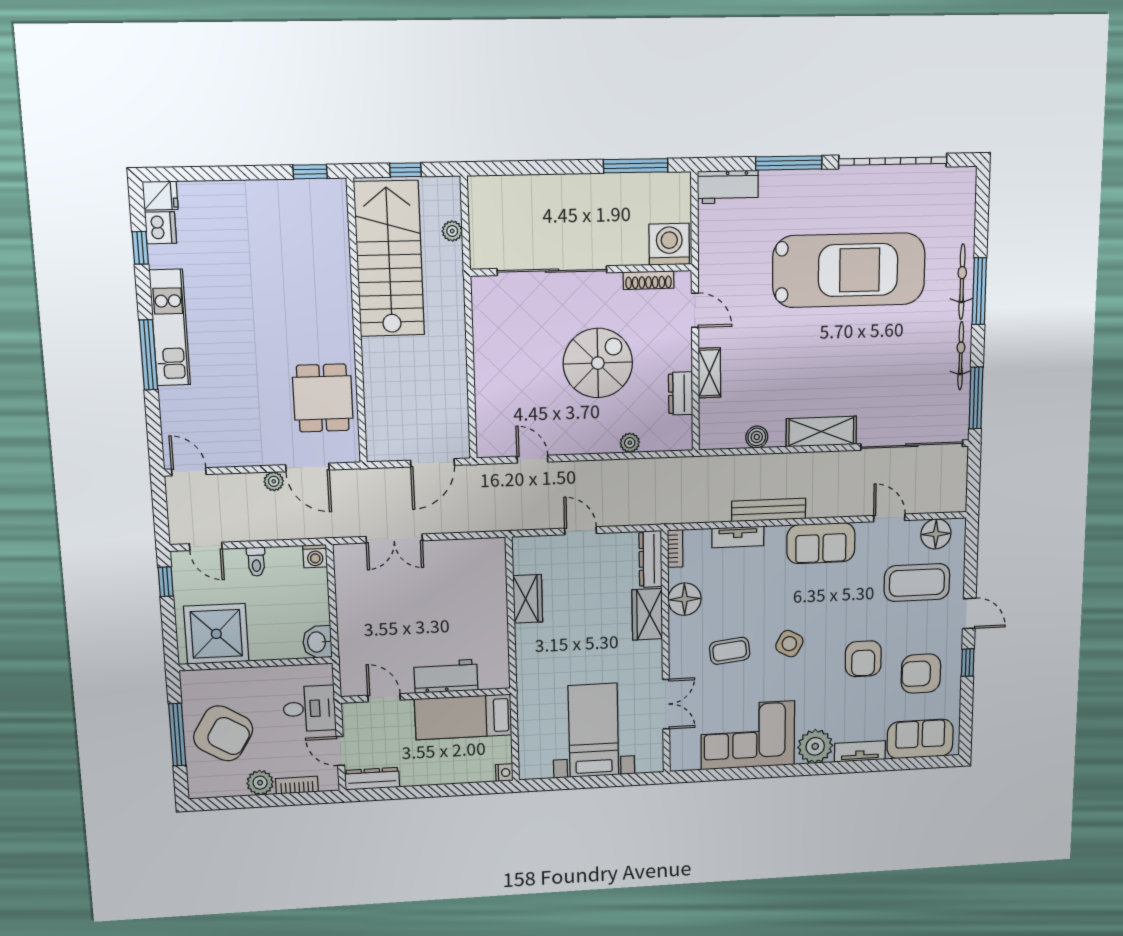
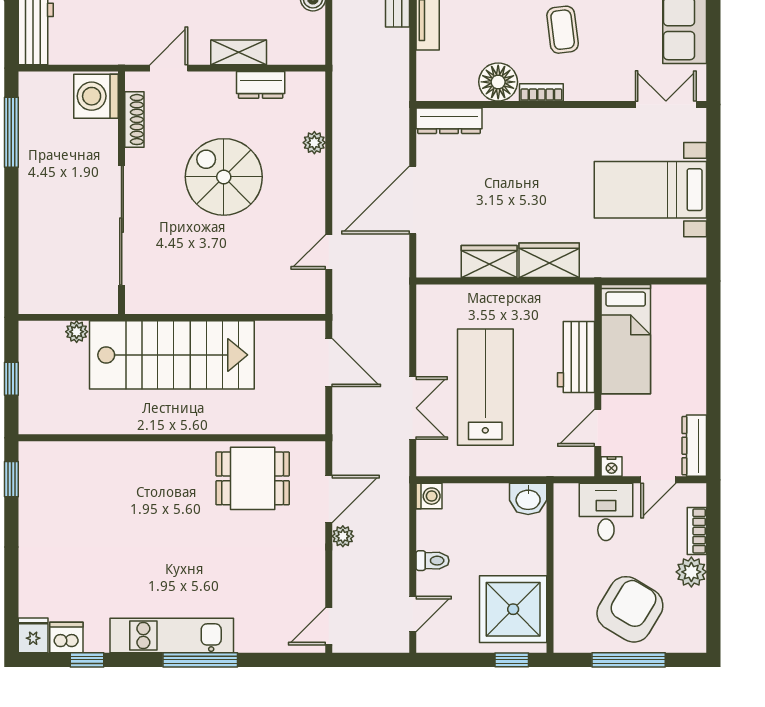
stairs: (389, 259) -> (172, 355), moved, turned 180
door: (581, 531) -> (413, 200), width x1.87
bookcase: (675, 548) -> (541, 92), moved
window: (166, 582) -> (512, 660), moved
lab bench: (416, 601) -> (485, 387), added
wardrobe: (647, 614) -> (549, 260), moved, turned 180
double door: (666, 704) -> (666, 105), moved
nightstand: (504, 773) -> (611, 467), moved, turned 180

